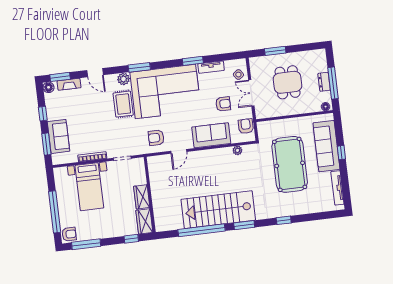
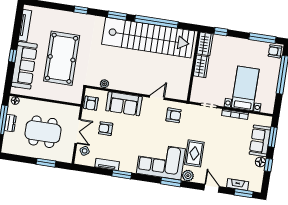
dining table: (288, 82) -> (43, 132), width x1.38
floor lamp: (49, 87) -> (260, 162), moved
corner sofa: (165, 91) -> (161, 161), width x0.73, depth x0.74
stairs: (218, 210) -> (148, 38), width x1.36

